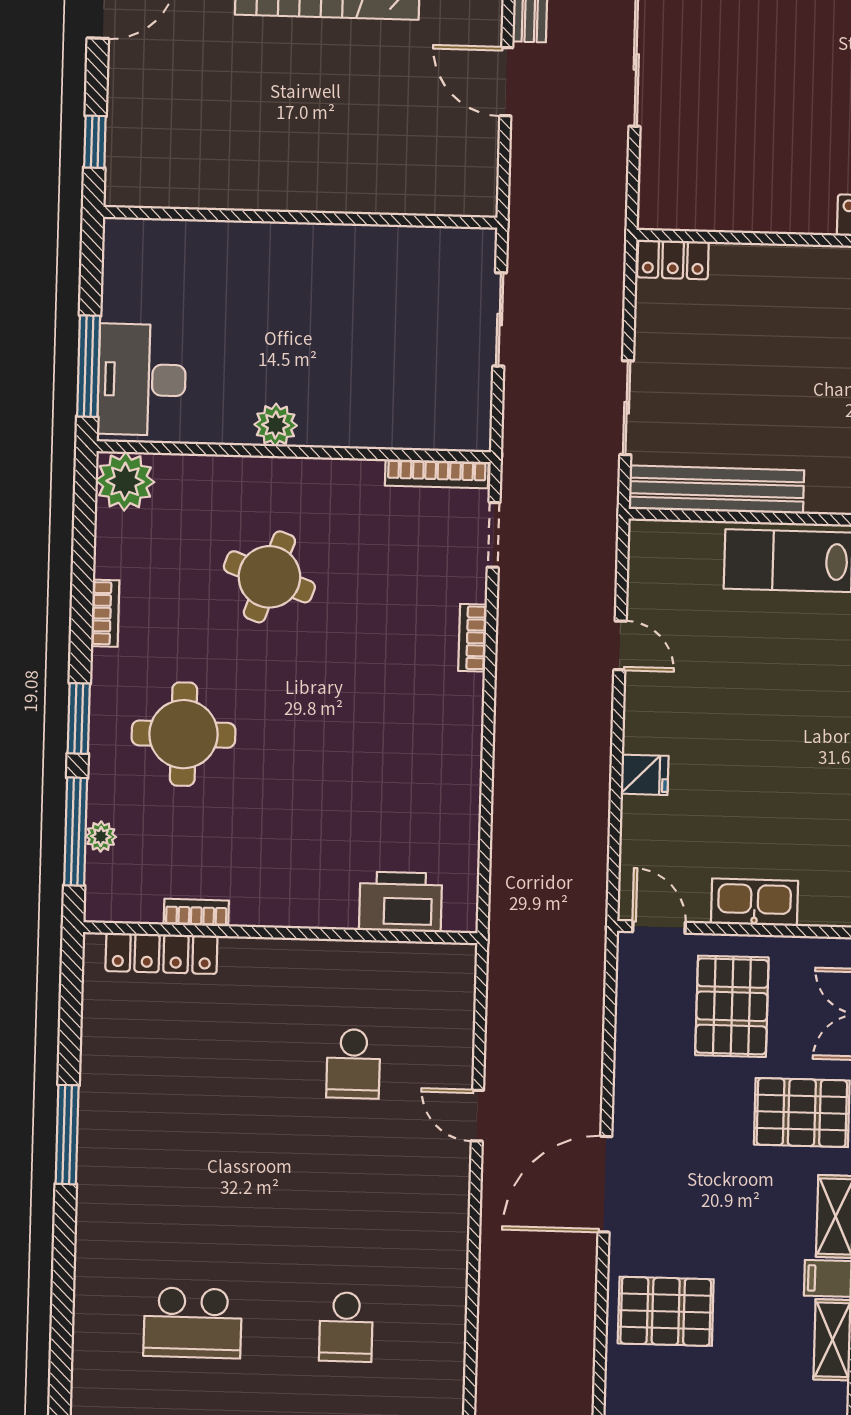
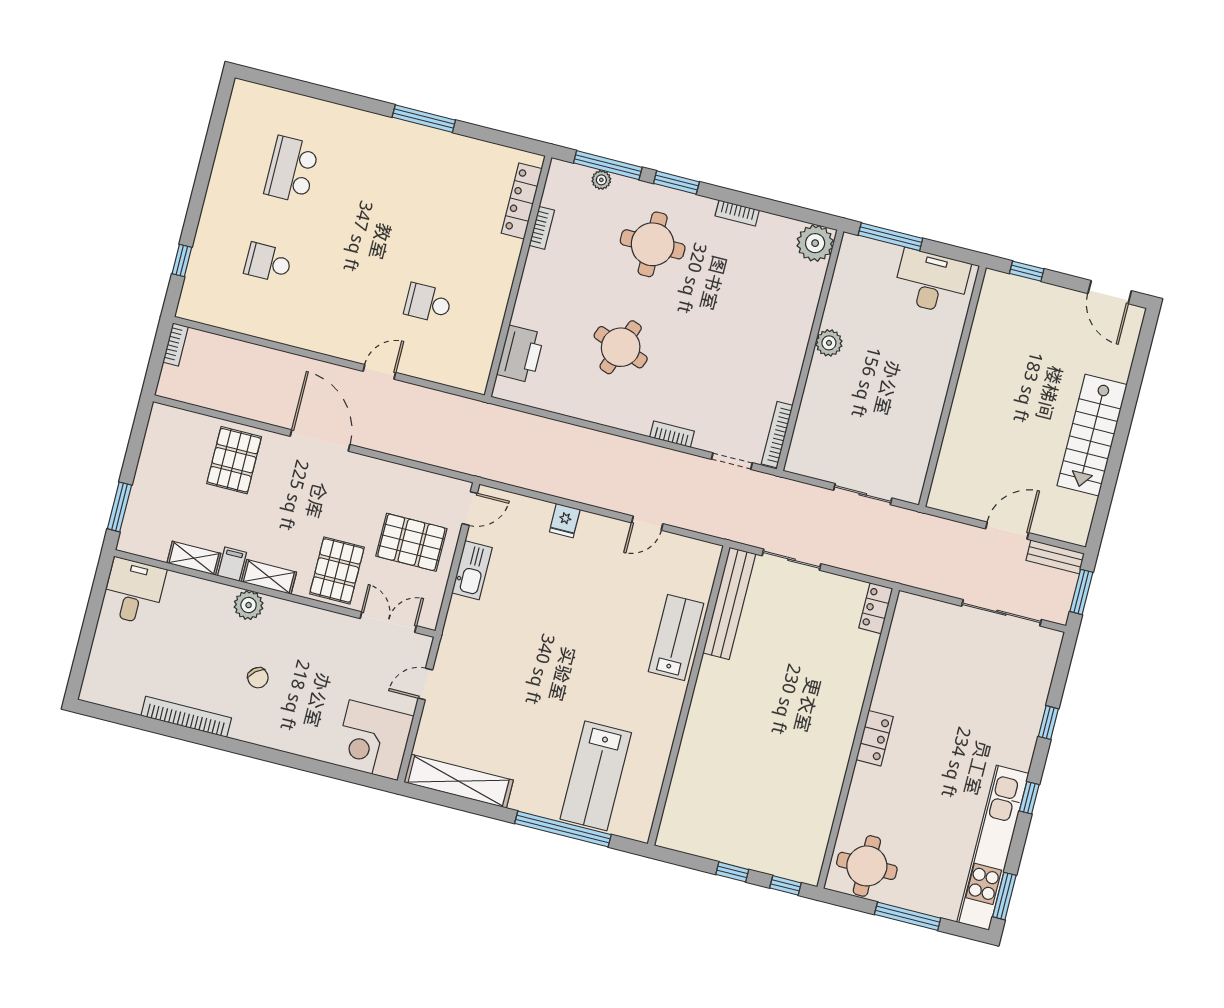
desk: (142, 380) -> (932, 282), moved
round table: (269, 577) -> (621, 347), moved

